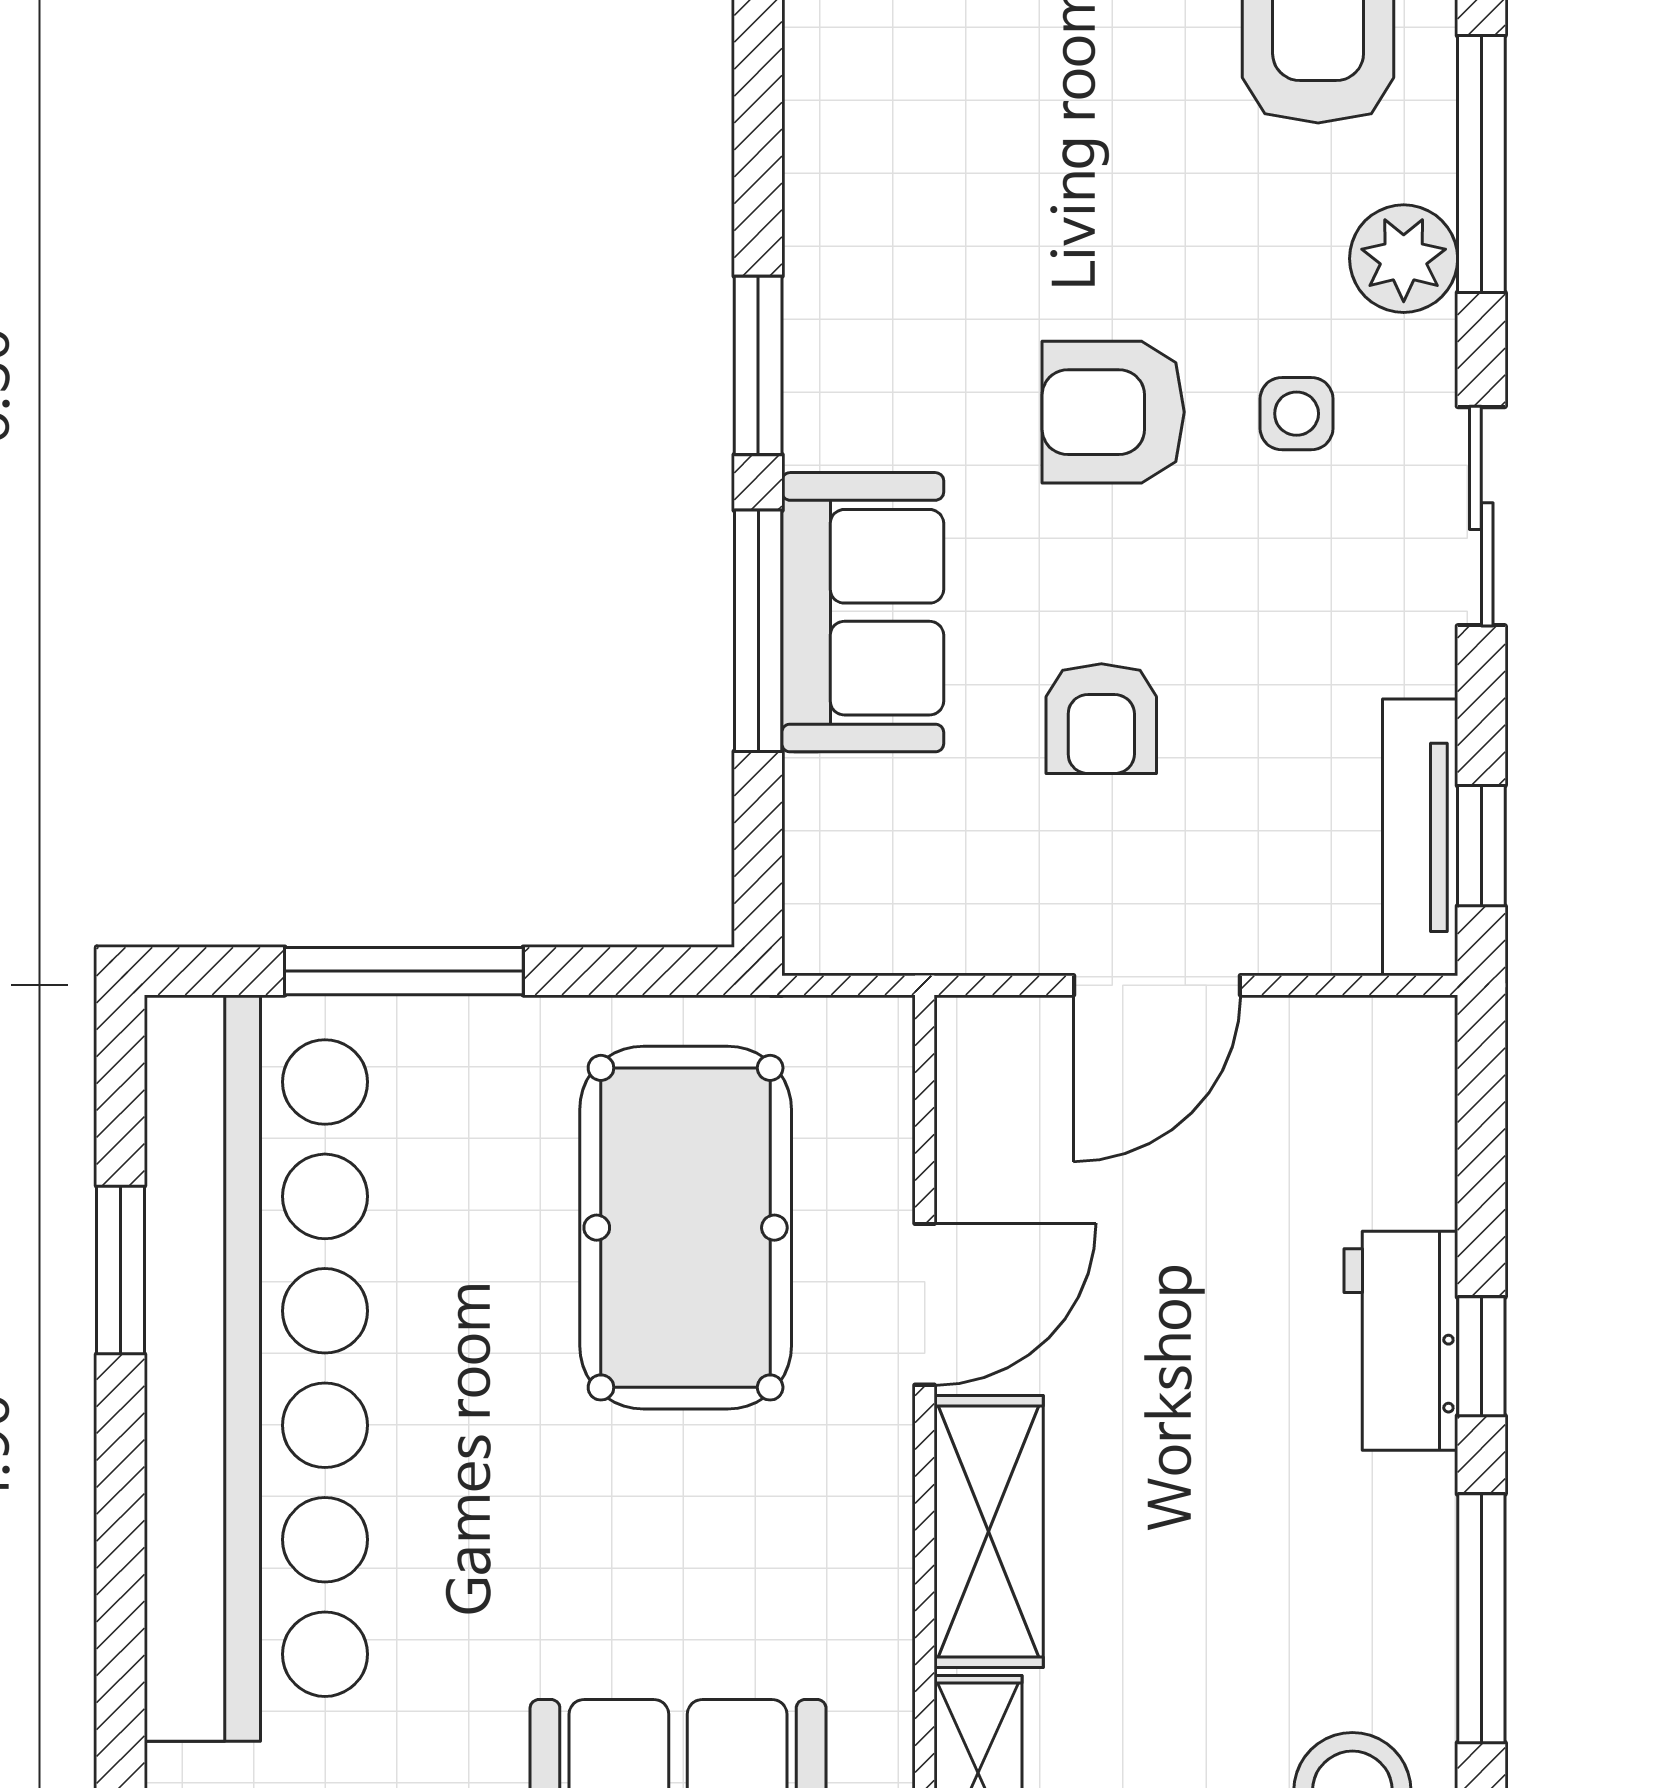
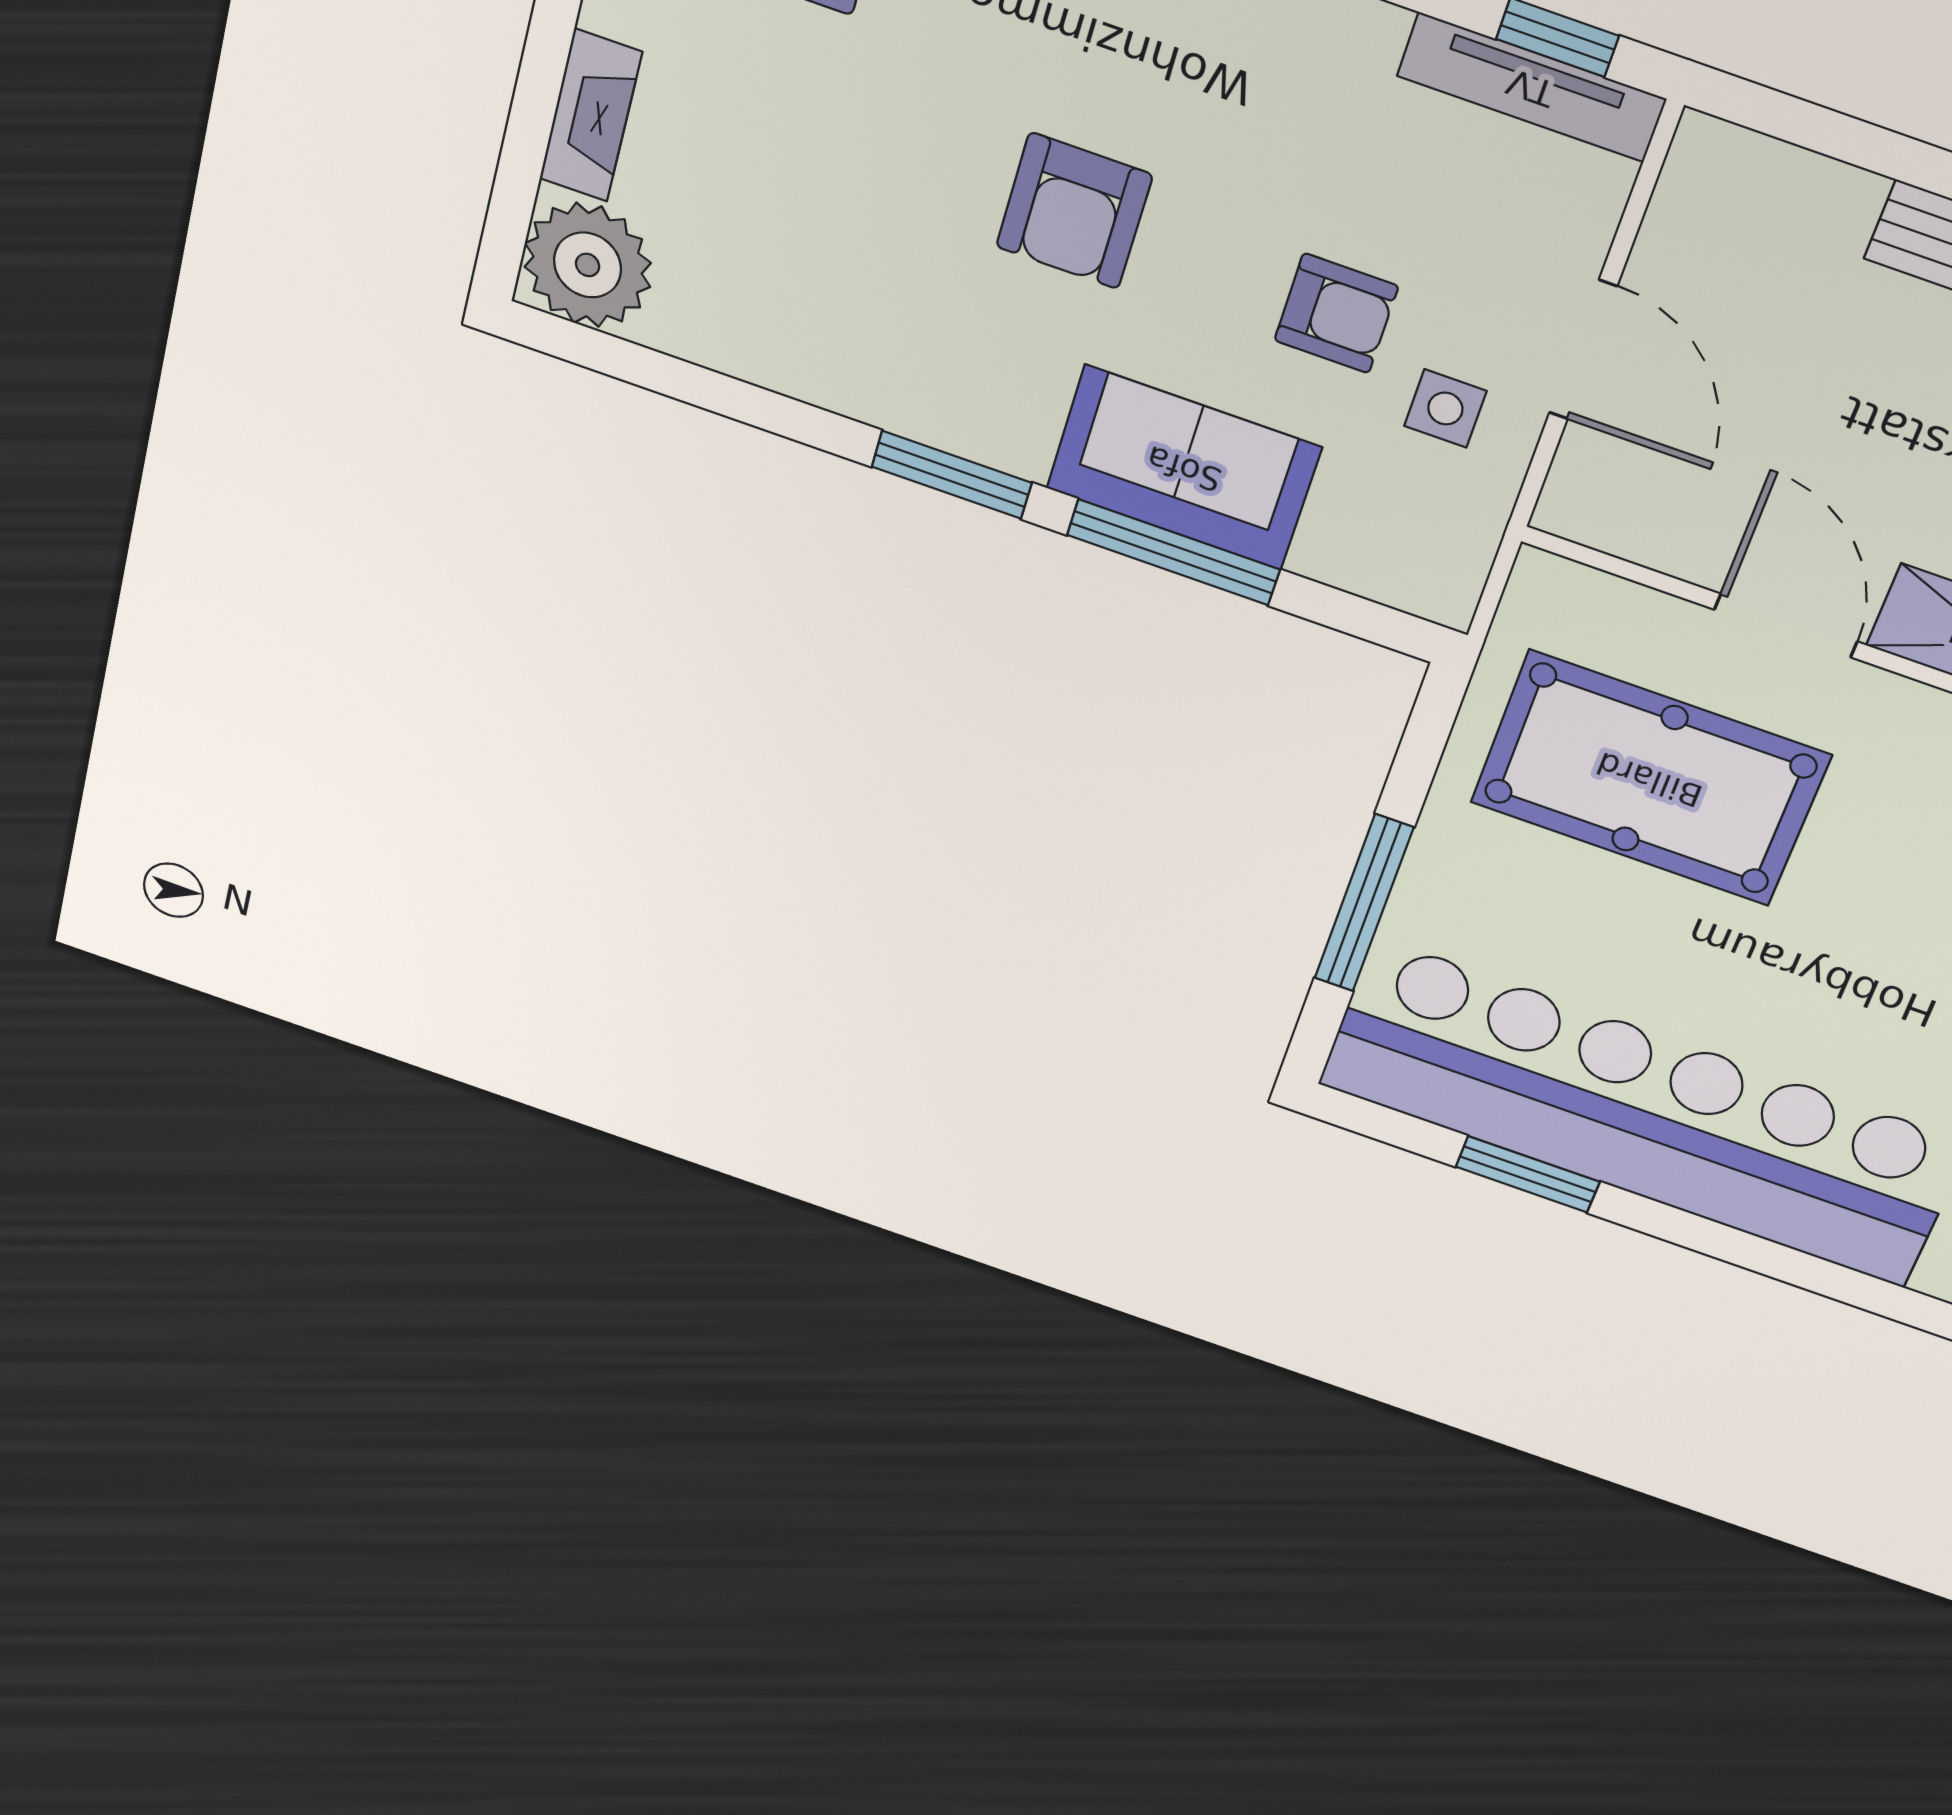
side table: (1297, 414) -> (1445, 408), moved

